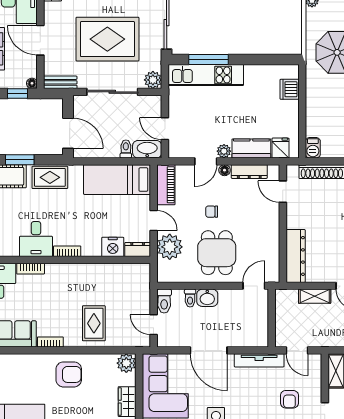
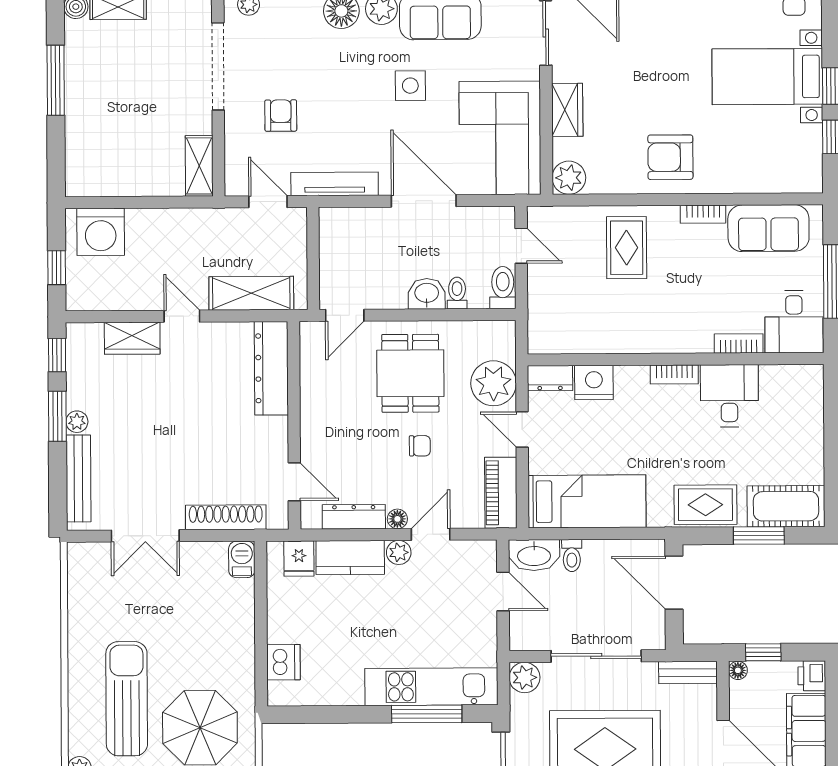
shelving: (315, 296) -> (251, 293), width x1.50, depth x1.33

